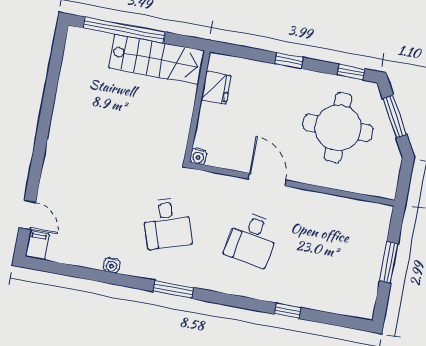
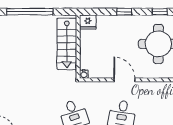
stairs: (157, 59) -> (67, 44), moved, turned 90
fridge: (216, 88) -> (88, 22), moved, turned 90

